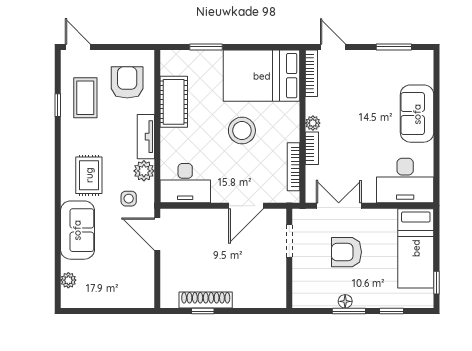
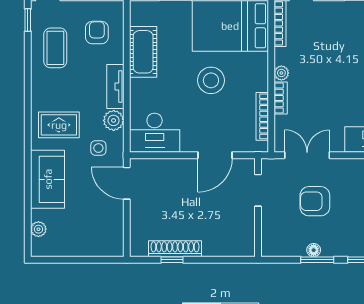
armchair: (127, 82) -> (97, 33), width x0.72, depth x0.72
window: (58, 105) -> (28, 20), moved
rug: (89, 175) -> (59, 125), turned 90

